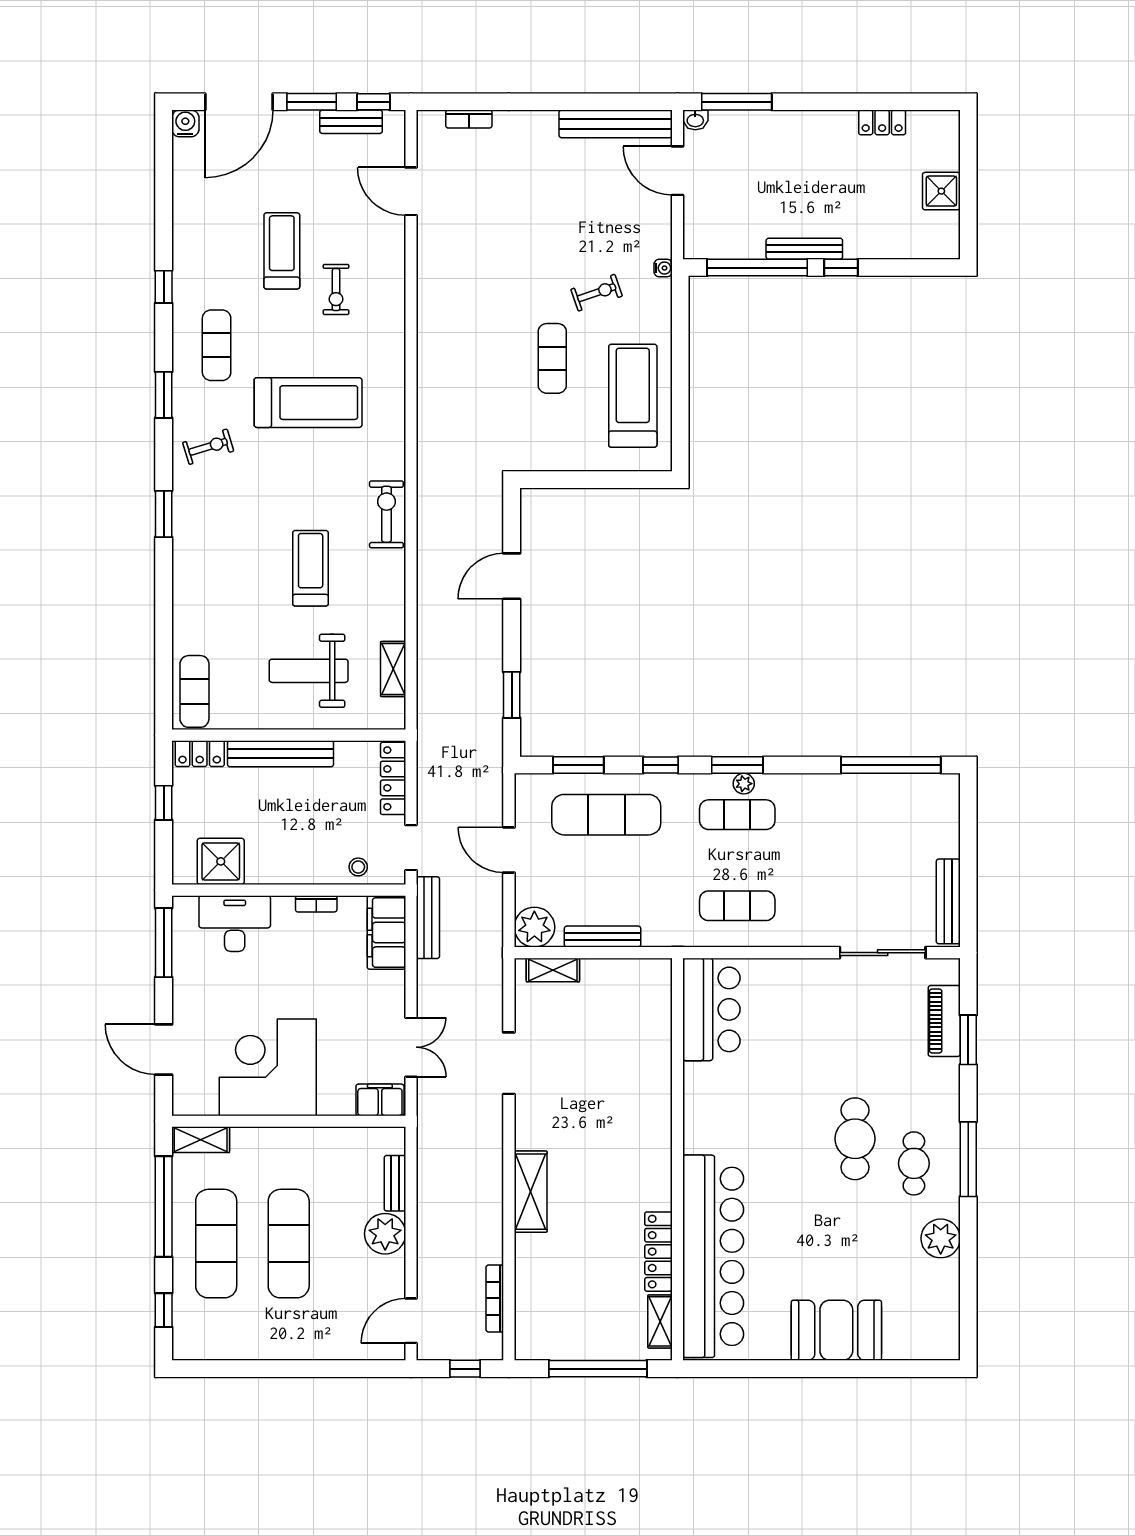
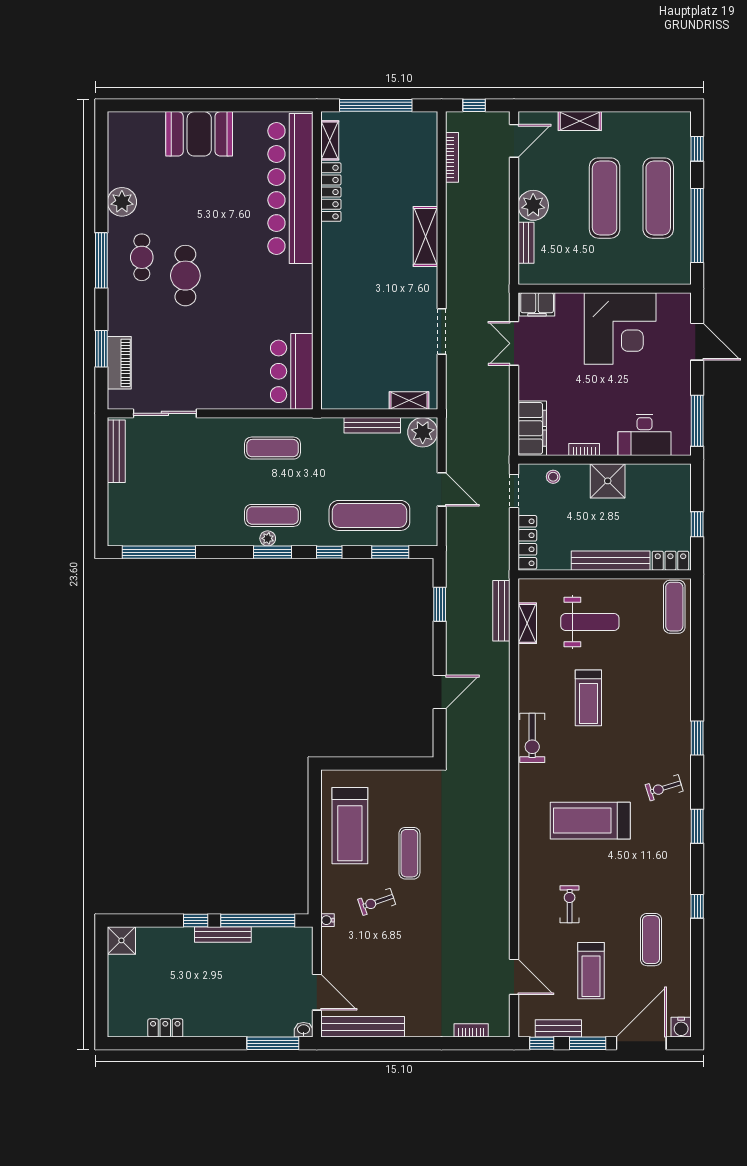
shower: (941, 191) -> (121, 940), moved
treadmill: (282, 251) -> (591, 971), moved
exercise mat: (217, 345) -> (651, 940), moved
shower: (221, 861) -> (608, 481), moved
bench: (428, 918) -> (501, 611), moved
shelving: (201, 1140) -> (580, 121), moved

